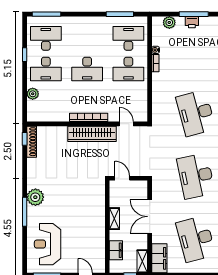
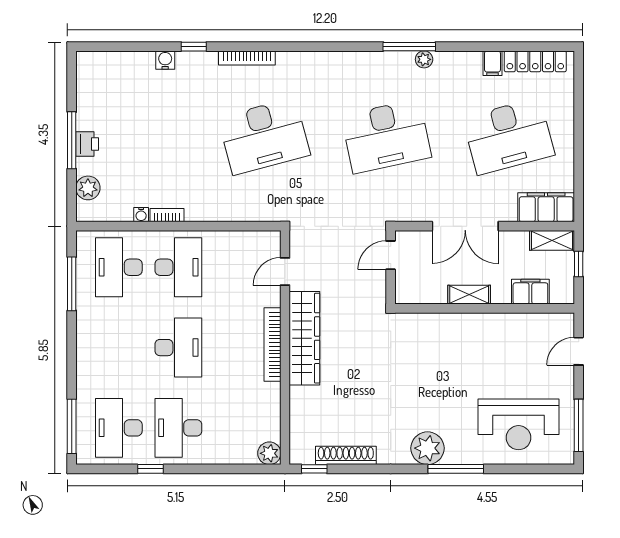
desk: (46, 69) -> (178, 428), turned 180
plant: (33, 94) -> (269, 453), moved
shoe rack: (32, 142) -> (346, 455), moved
door: (122, 178) -> (391, 255), moved

